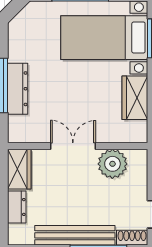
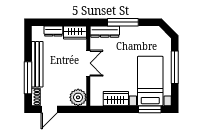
dresser: (18, 89) -> (105, 32), moved
plant: (112, 164) -> (78, 97), moved

